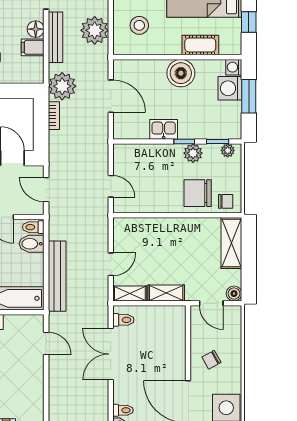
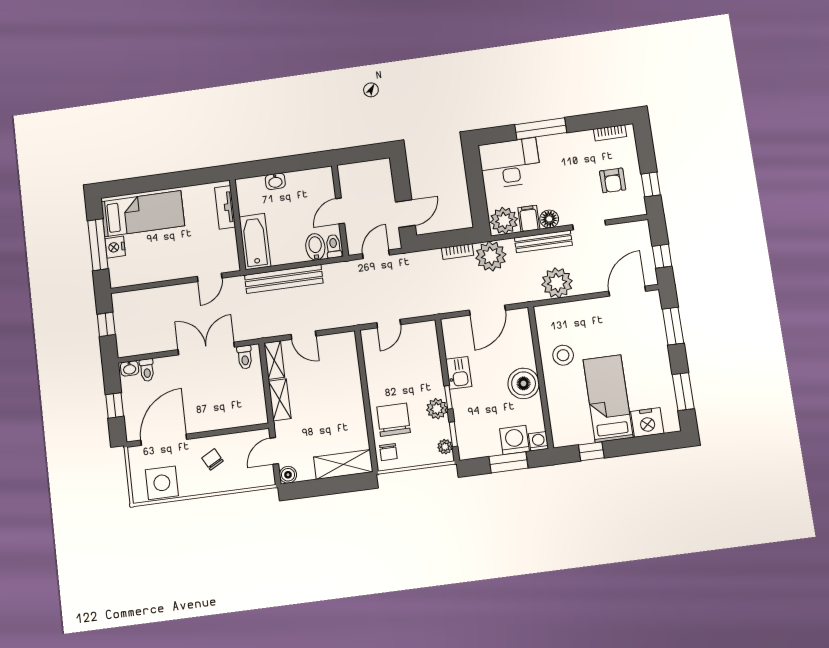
stool: (139, 25) -> (563, 355), moved
cot: (200, 45) -> (558, 401), removed
plant: (31, 70) -> (504, 221), added

